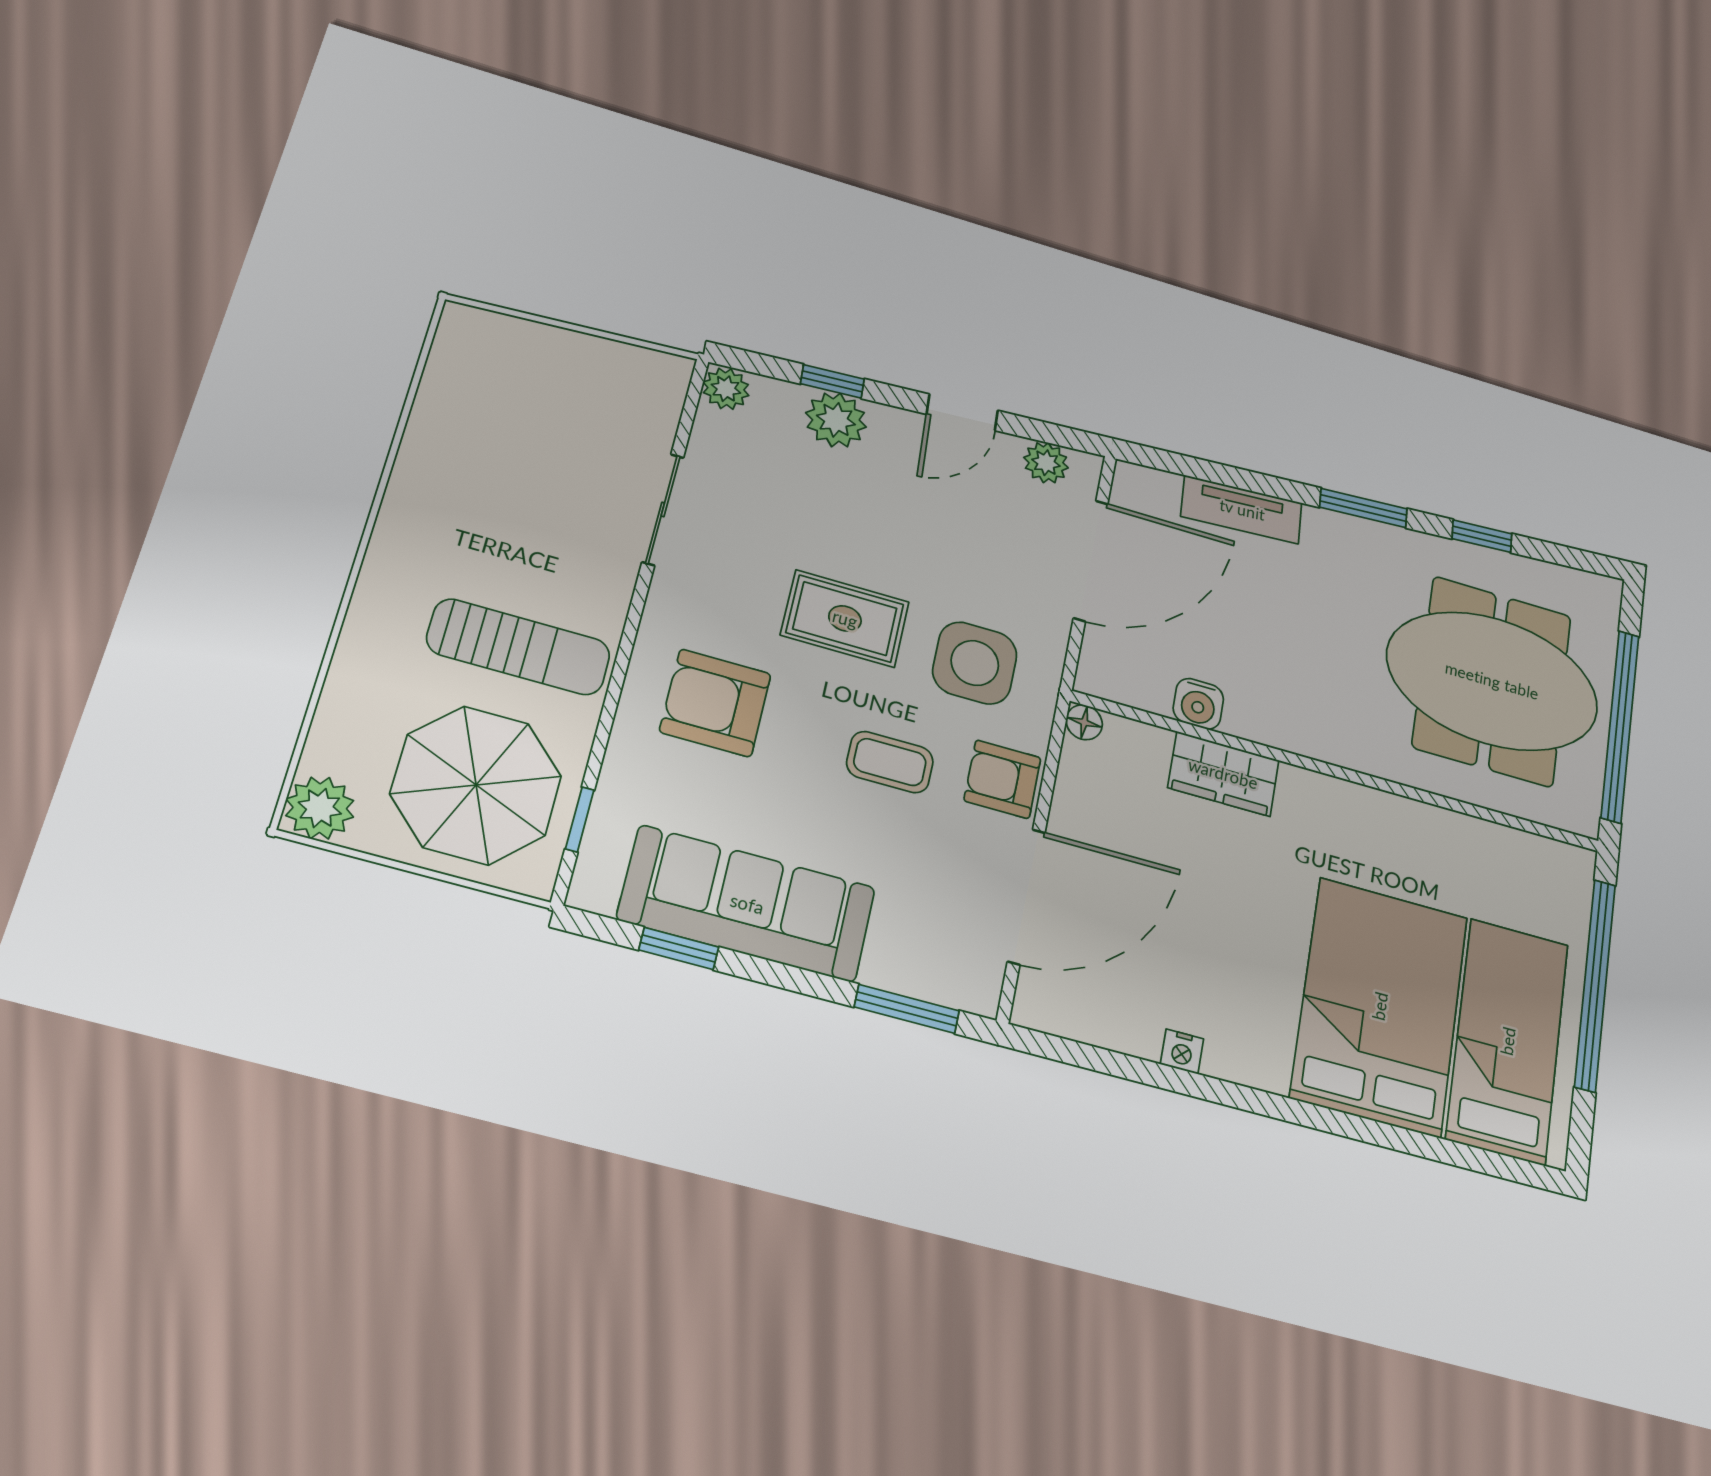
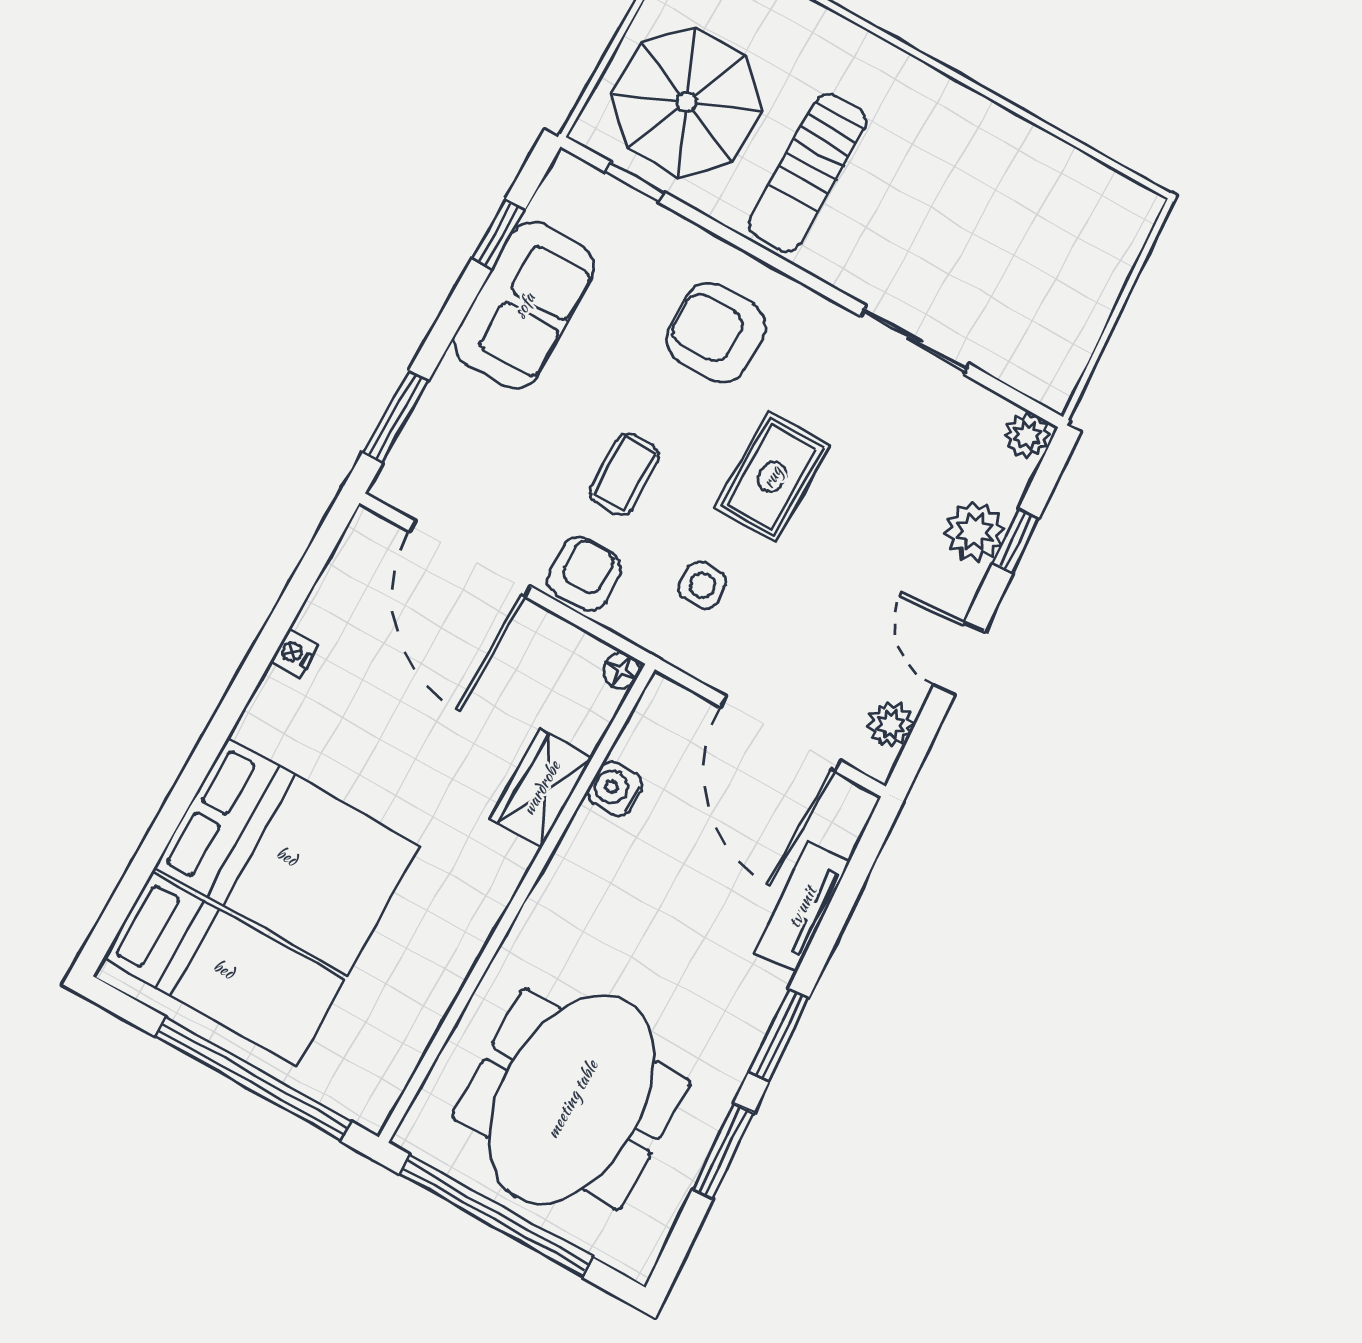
window: (1482, 536) -> (723, 1151), width x1.50
side table: (975, 663) -> (702, 585), width x0.54, depth x0.54
armchair: (715, 703) -> (716, 333), turned -90
sofa: (747, 904) -> (524, 305), width x0.73

